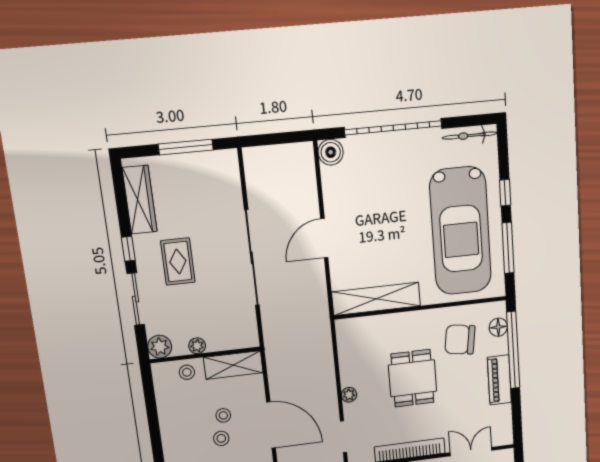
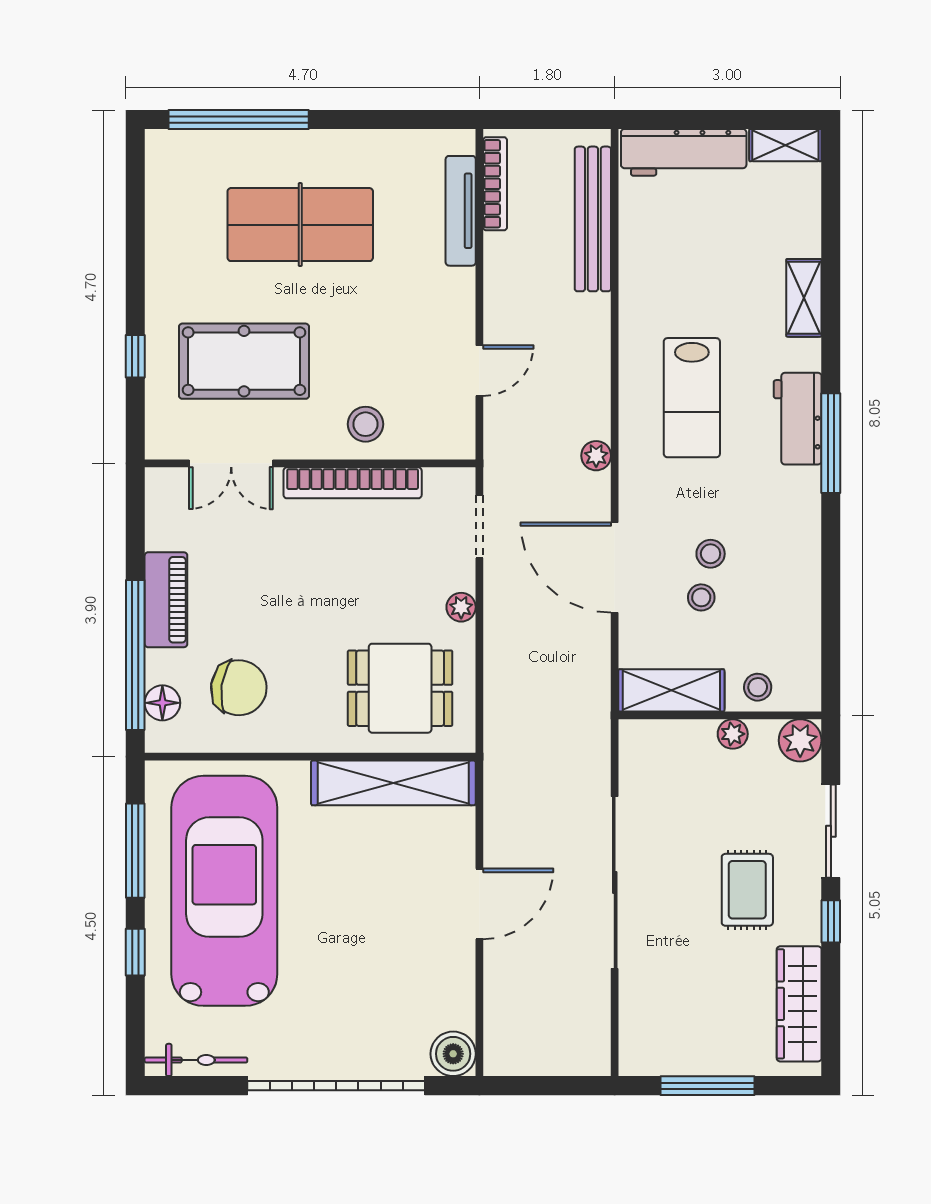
dining table: (413, 378) -> (400, 688), moved, turned 90

